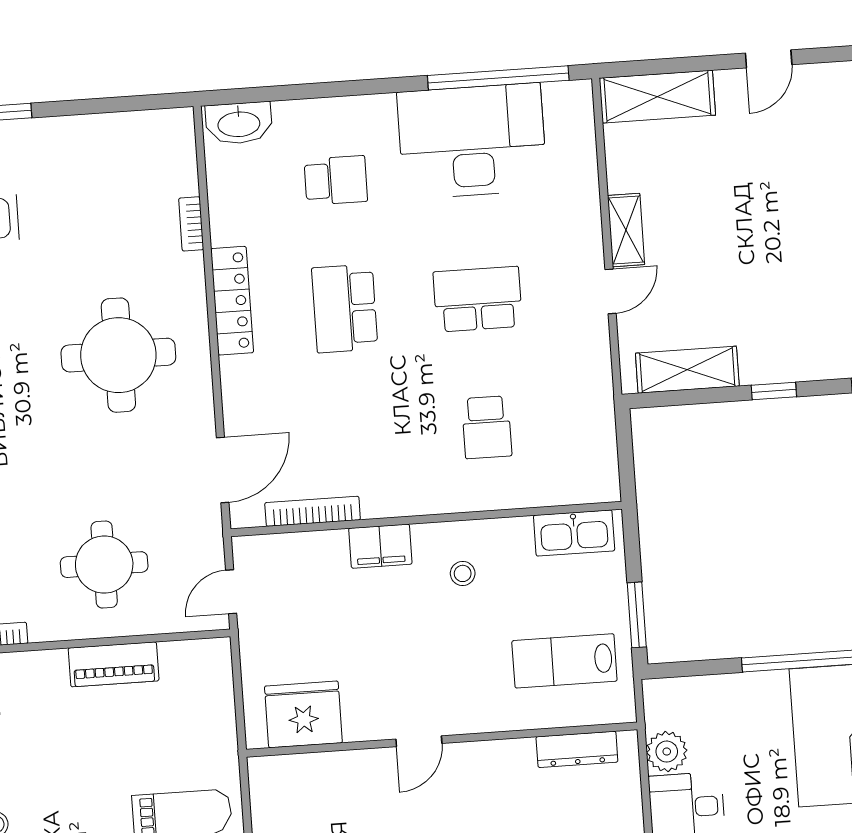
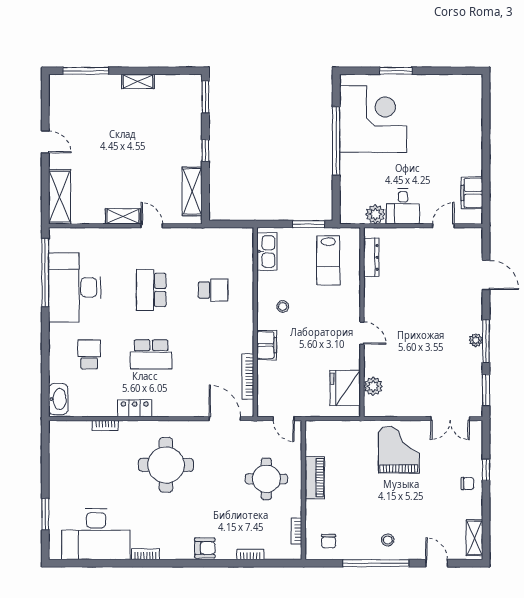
locker: (232, 301) -> (135, 408), width x0.66
plant: (311, 772) -> (373, 386), added

